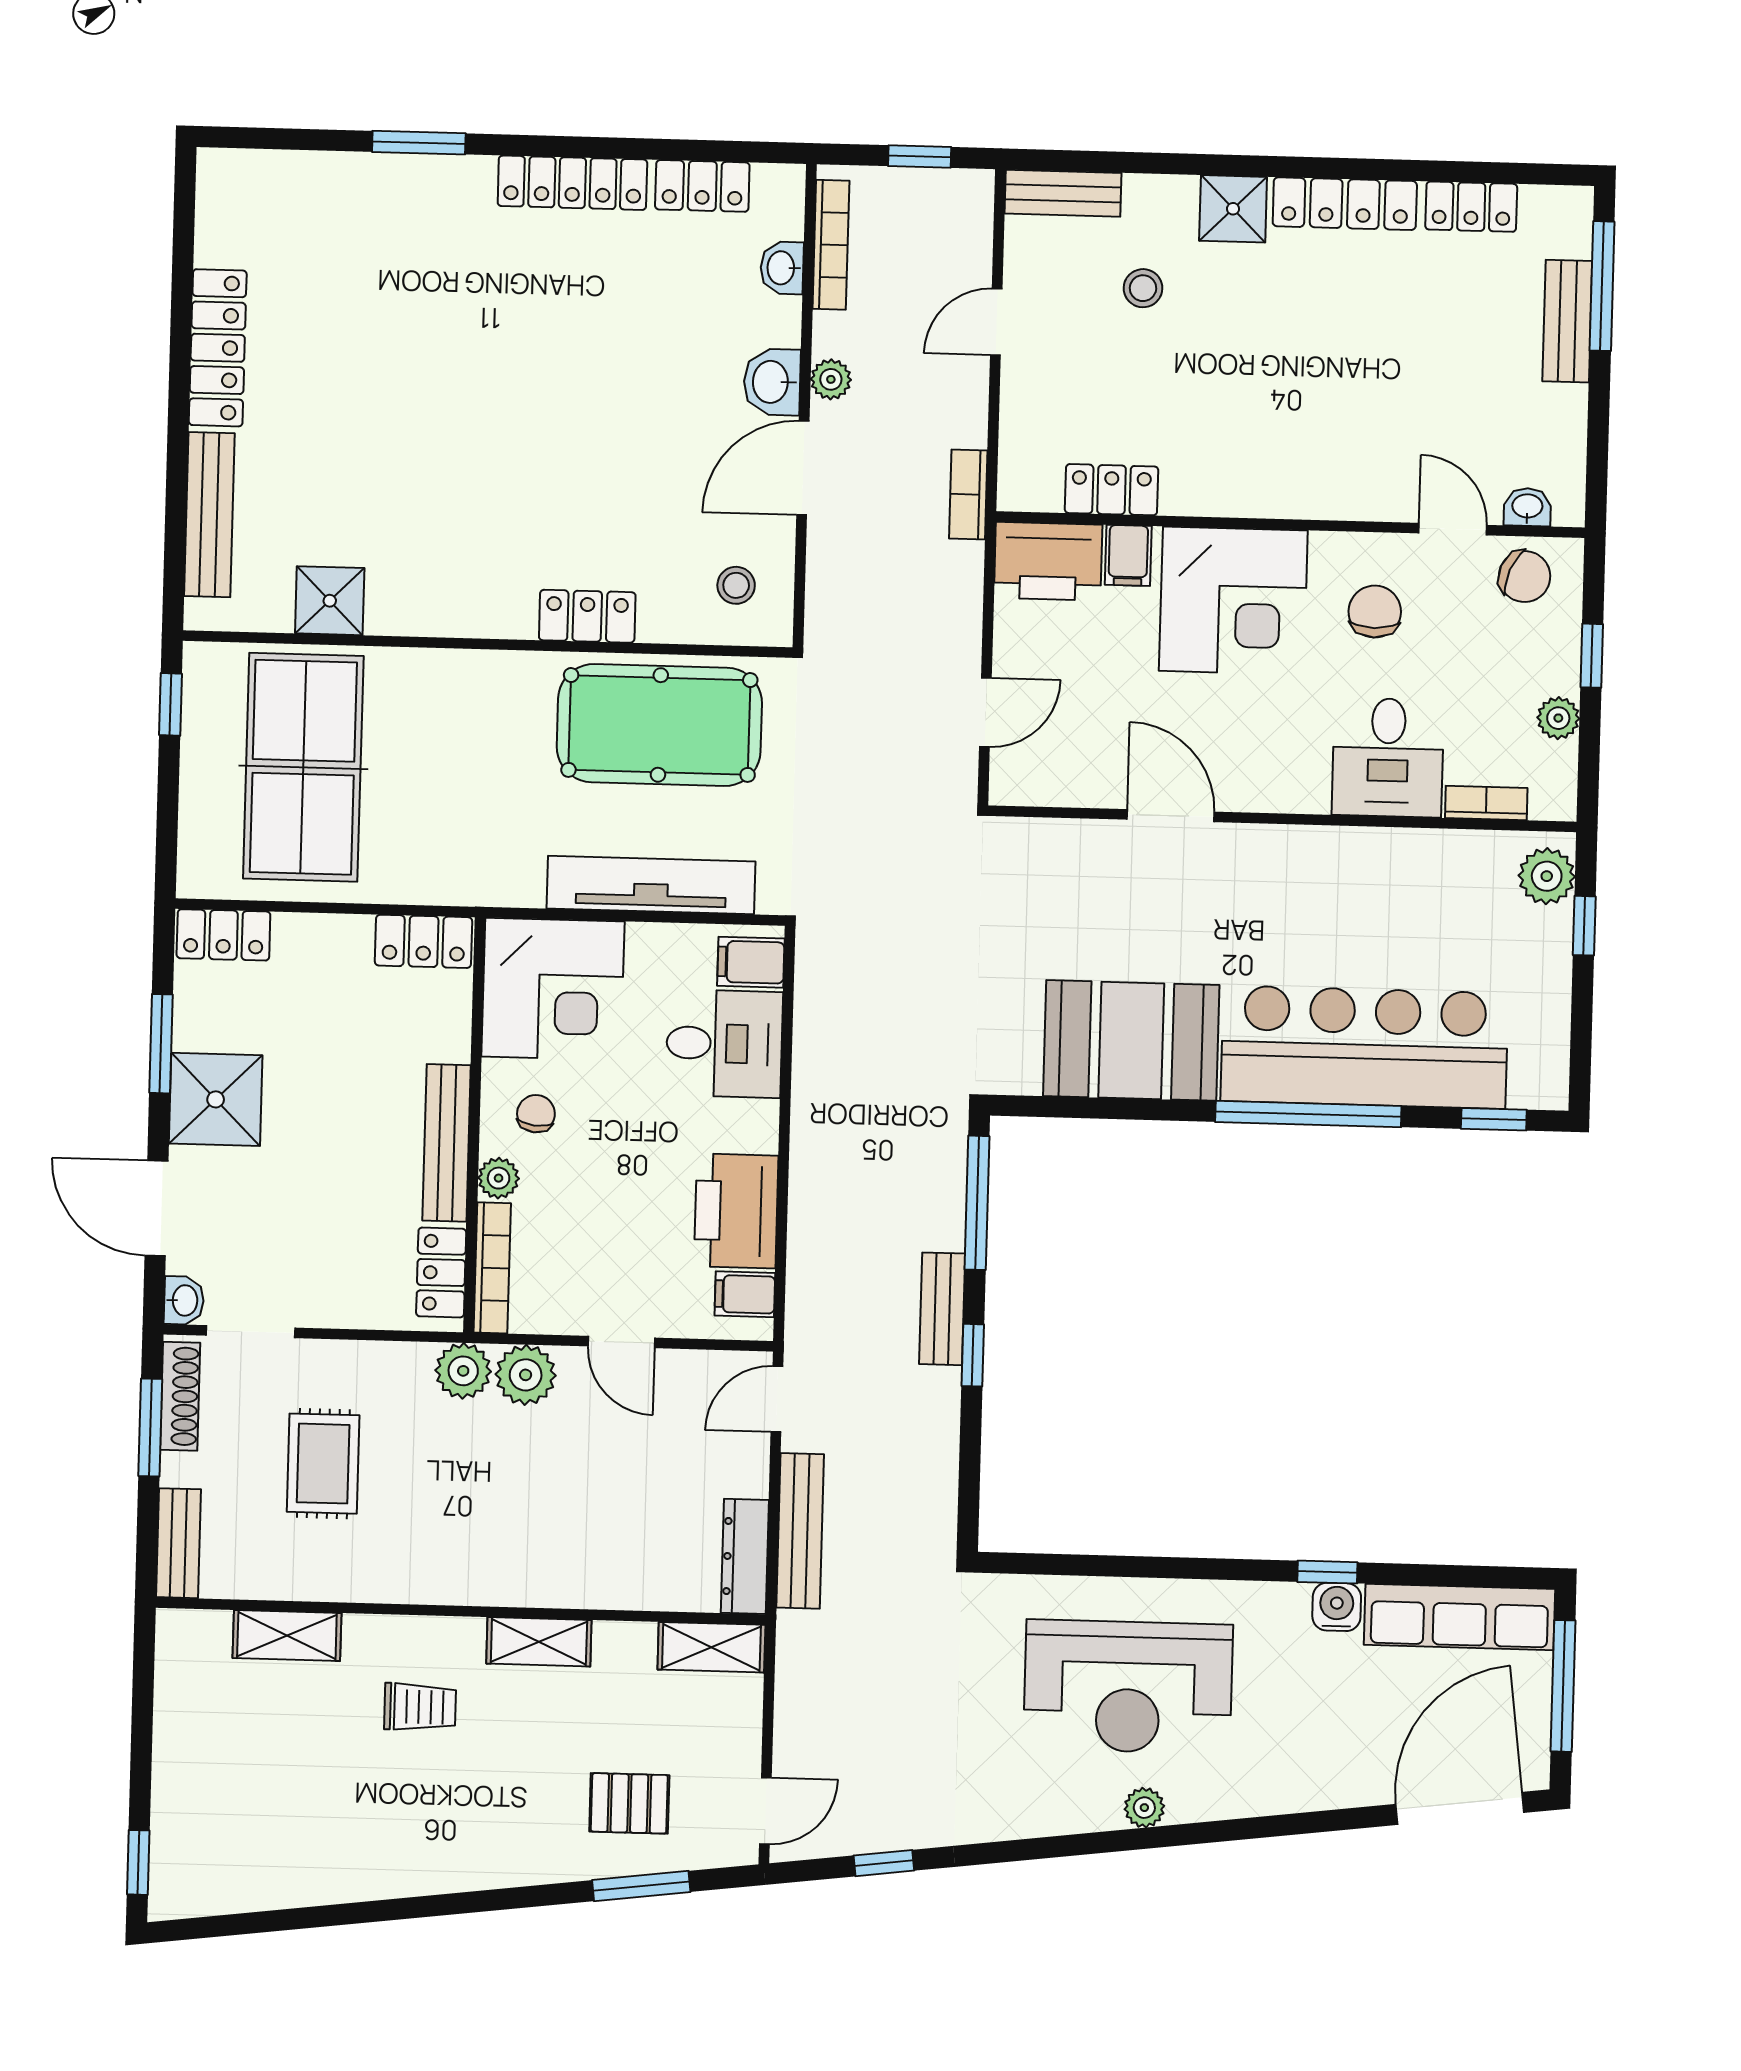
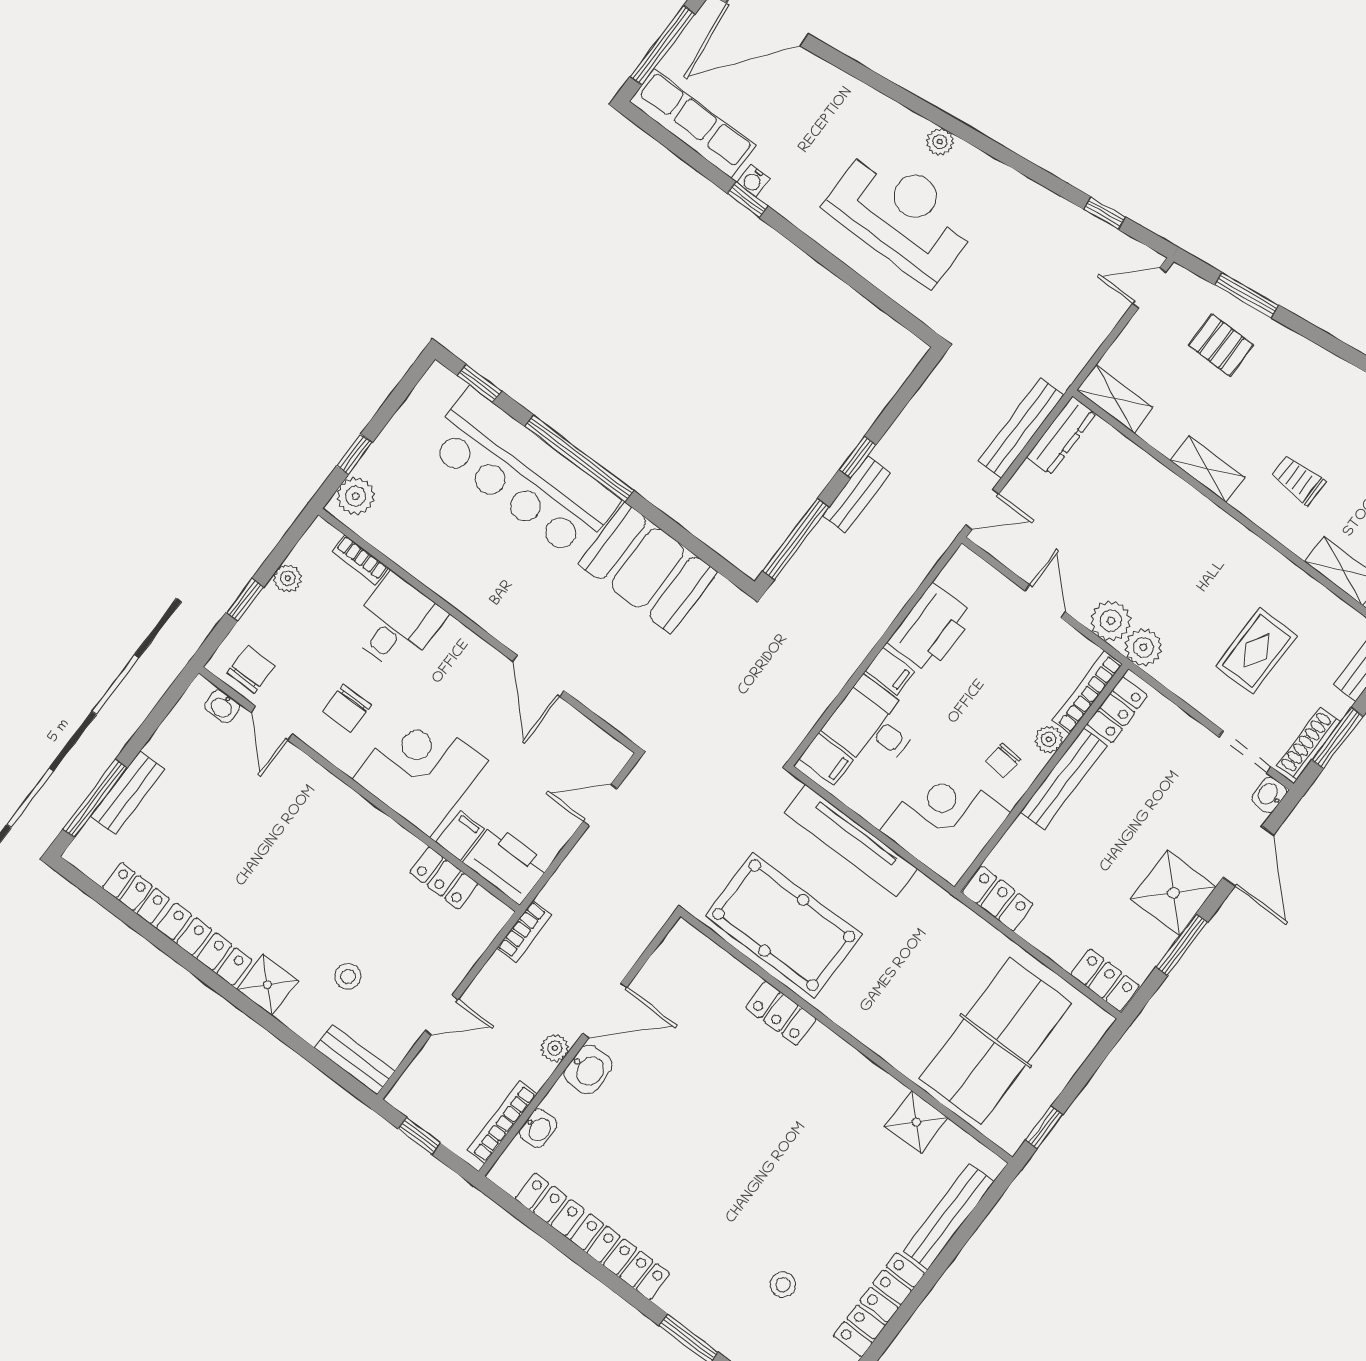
chair: (1524, 576) -> (251, 669), turned 67
stool: (736, 585) -> (783, 1285), moved
filing cabinet: (745, 1294) -> (890, 671), moved
water cooler: (1337, 1607) -> (753, 181), width x0.72, depth x0.72

